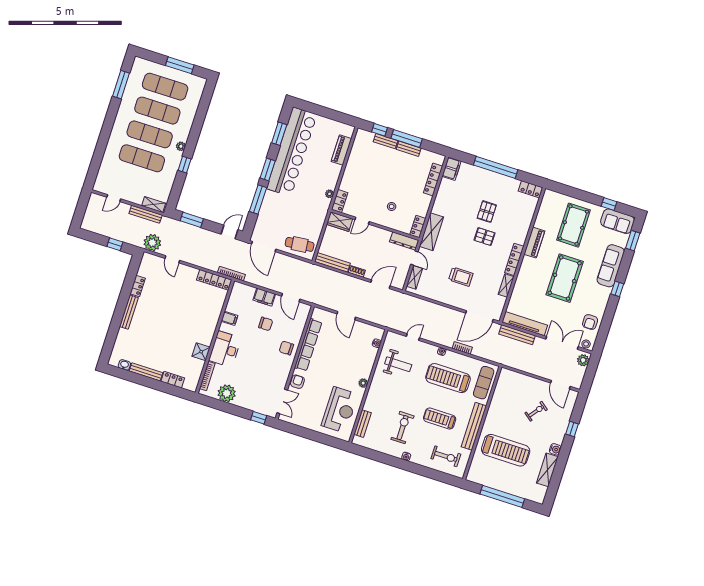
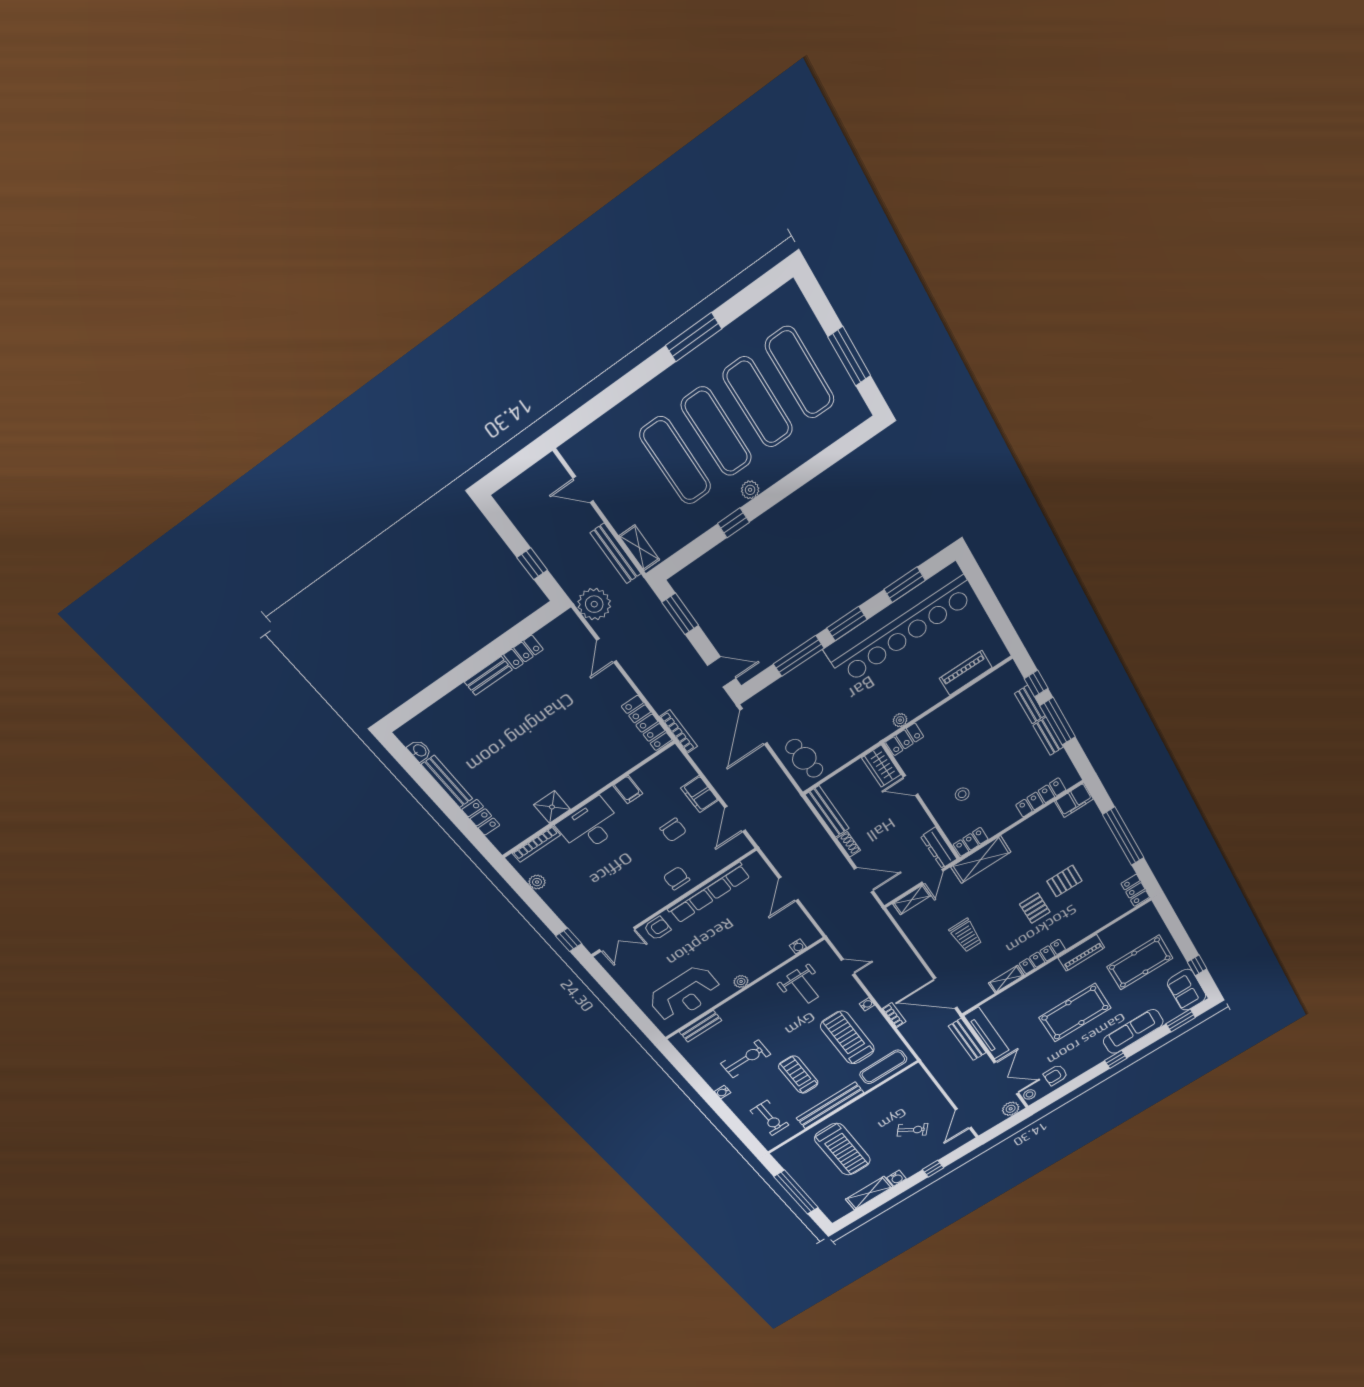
window: (121, 85) -> (694, 337), moved
bench: (129, 312) -> (488, 676), width x0.73
plant: (227, 393) -> (537, 882), width x0.53, depth x0.53

